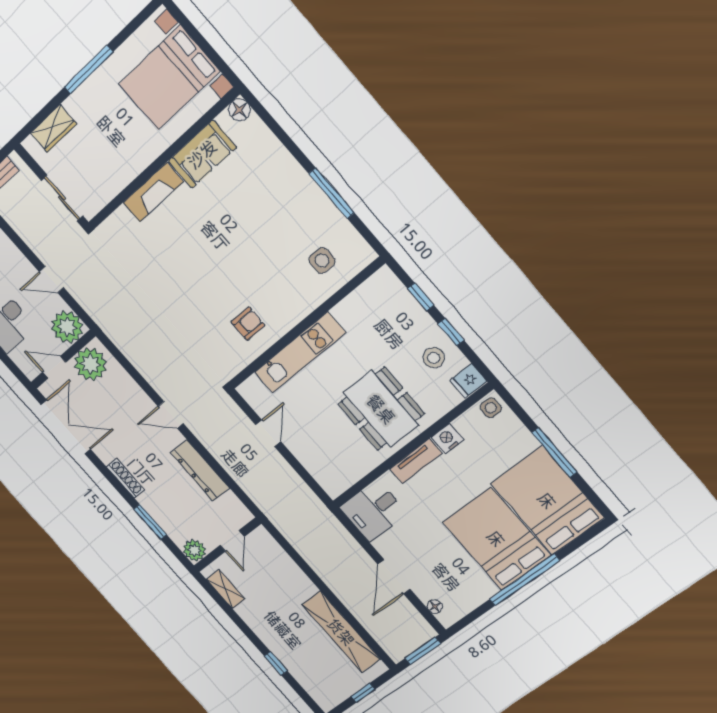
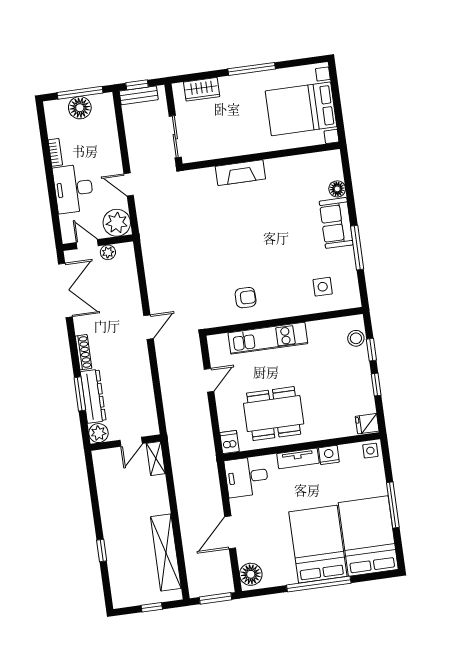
floor lamp: (239, 110) -> (337, 189), moved
sofa: (202, 154) -> (336, 223), moved, turned 90
stool: (434, 358) -> (356, 338), moved
plant: (90, 364) -> (108, 252), width x0.53, depth x0.53
dining table: (381, 409) -> (274, 414), moved, turned 90
door: (171, 415) -> (148, 327), swing flipped
dresser: (200, 470) -> (93, 396), moved, turned 180
dishwasher: (332, 485) -> (230, 442), added
shelving: (226, 589) -> (156, 458), moved
floor lamp: (435, 607) -> (251, 574), width x1.89, depth x1.89

